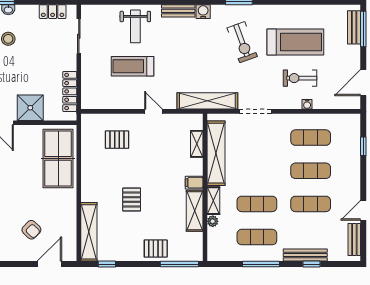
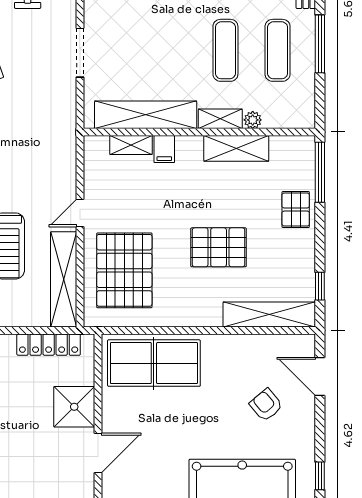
shelving: (207, 101) -> (64, 279), moved
pallet: (117, 140) -> (124, 270), width x2.05, depth x2.00
filing cabinet: (194, 183) -> (164, 149), moved
pallet: (132, 200) -> (219, 247), width x1.50, depth x1.42
armchair: (31, 230) -> (266, 405), turned -84

